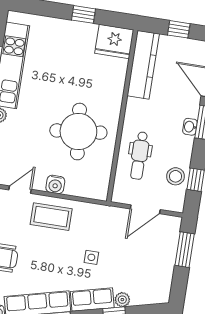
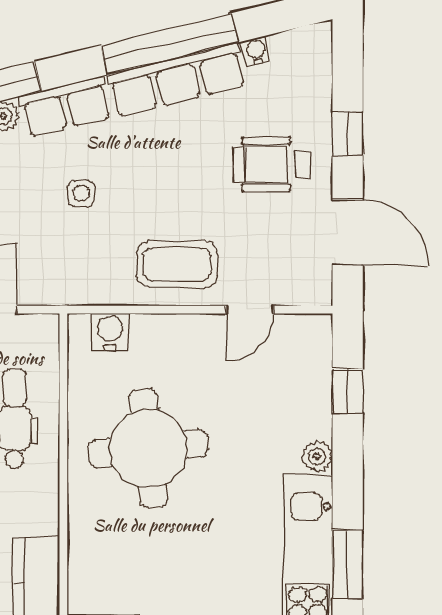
water cooler: (55, 184) -> (110, 332), moved

